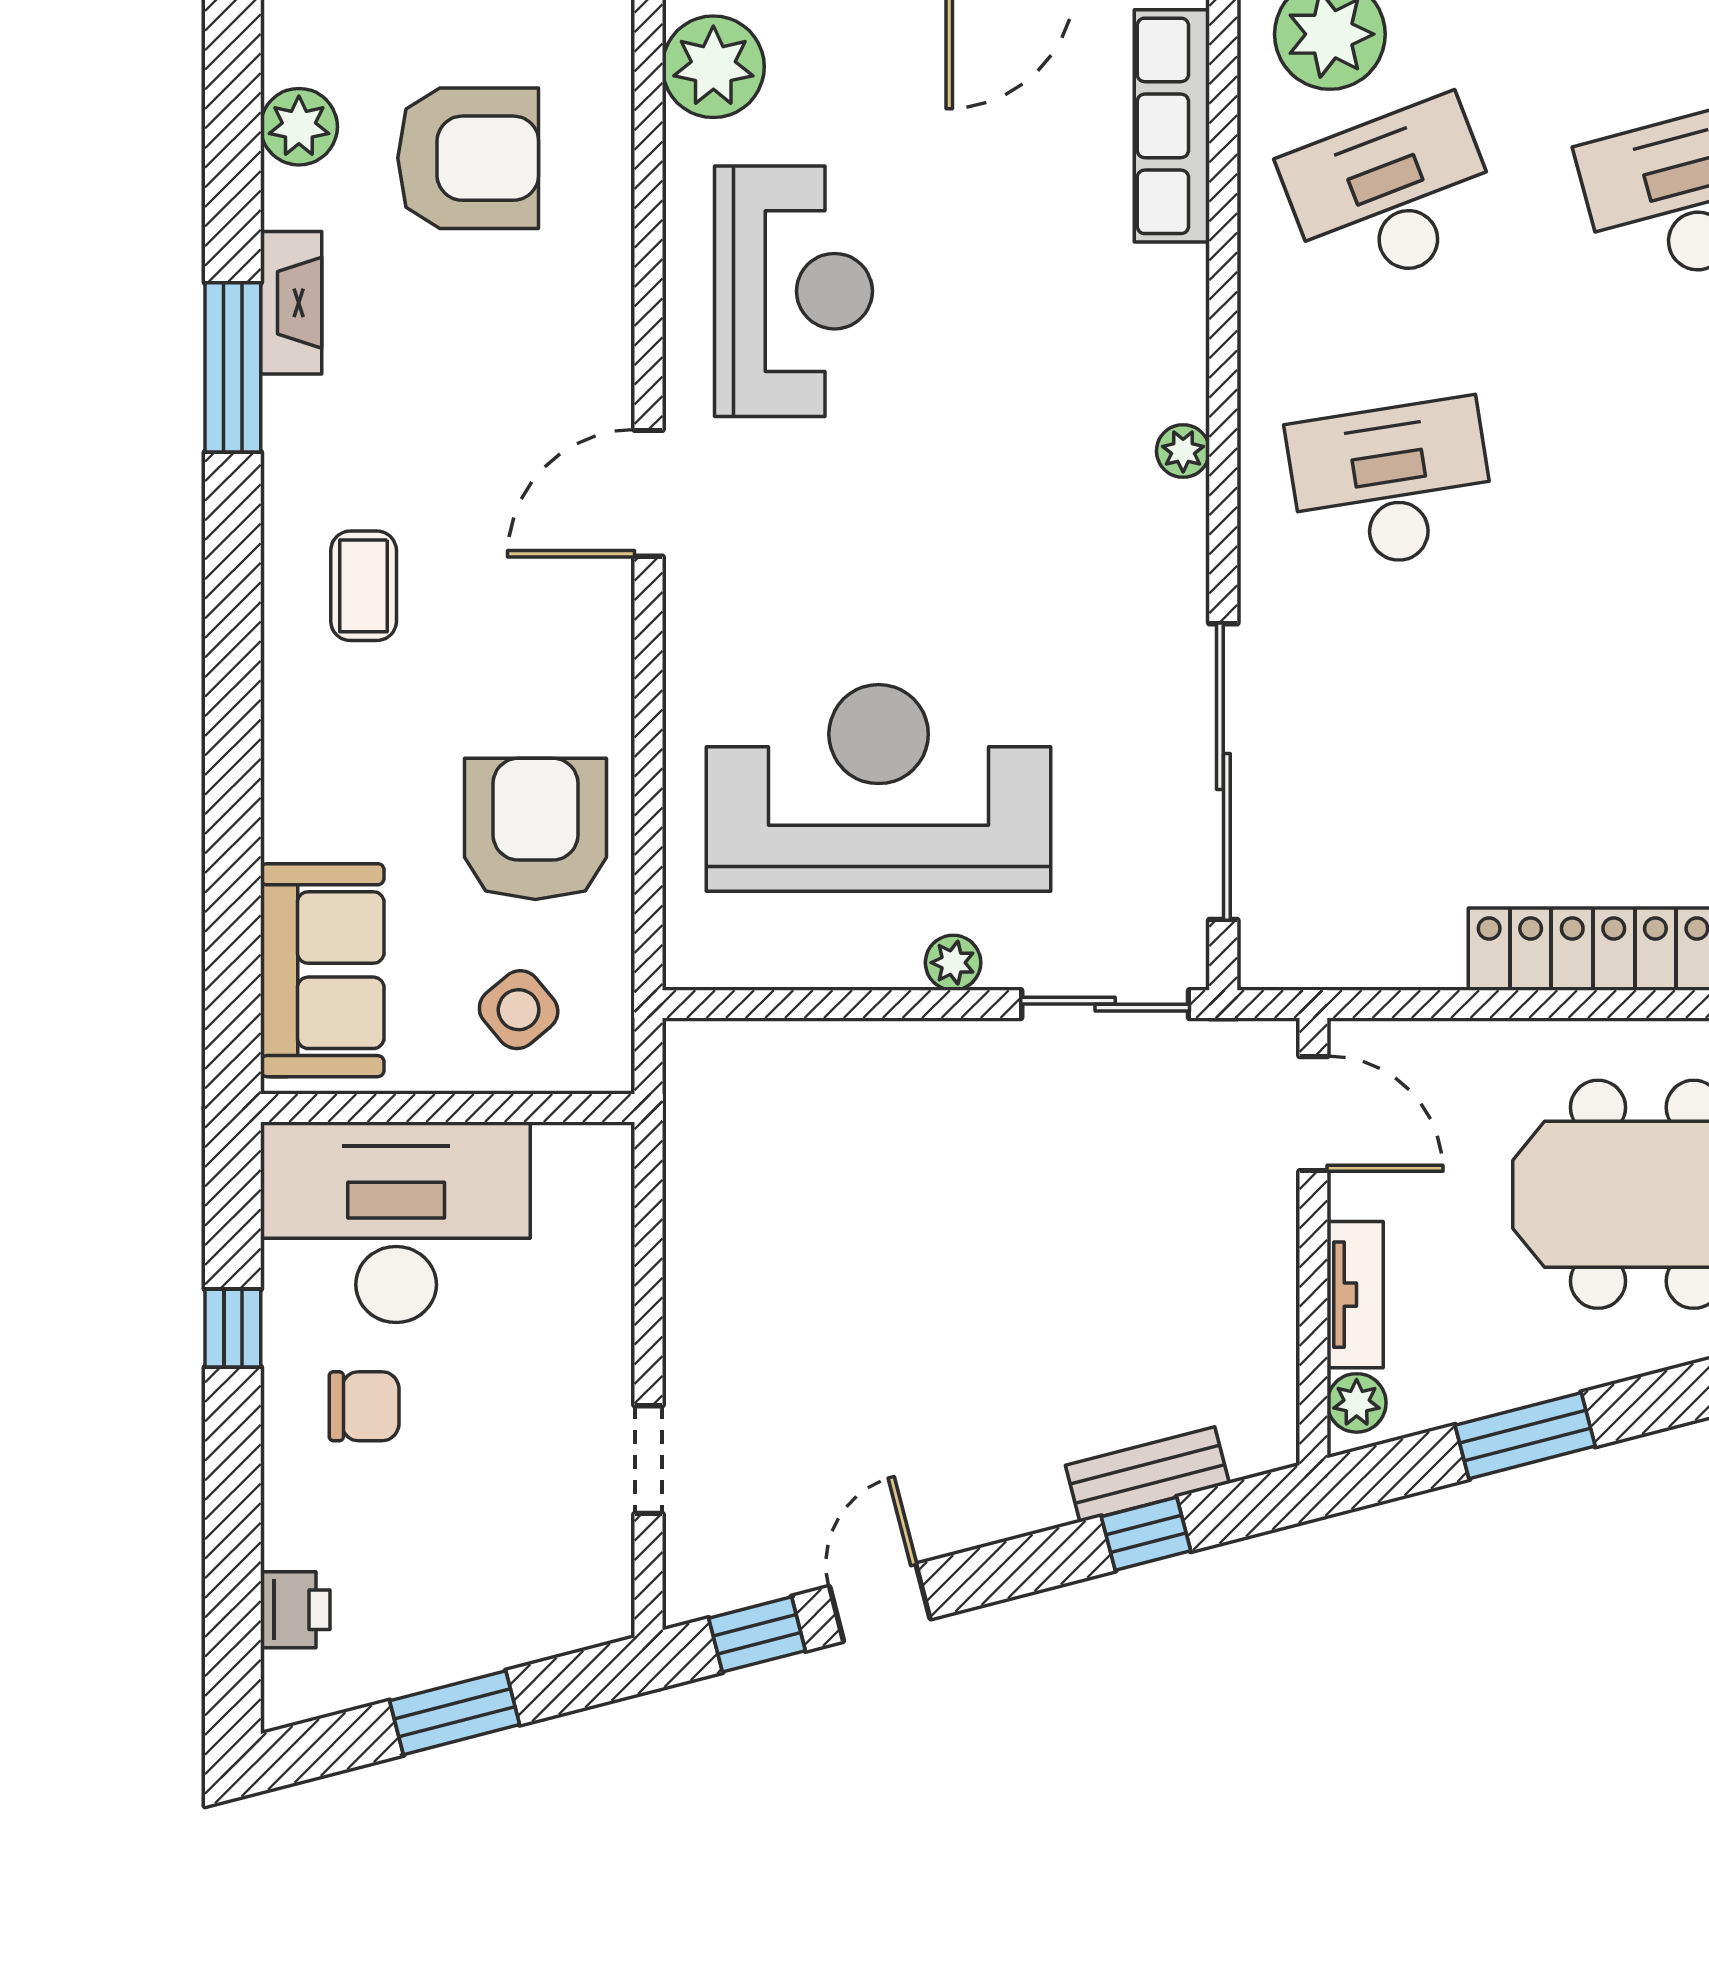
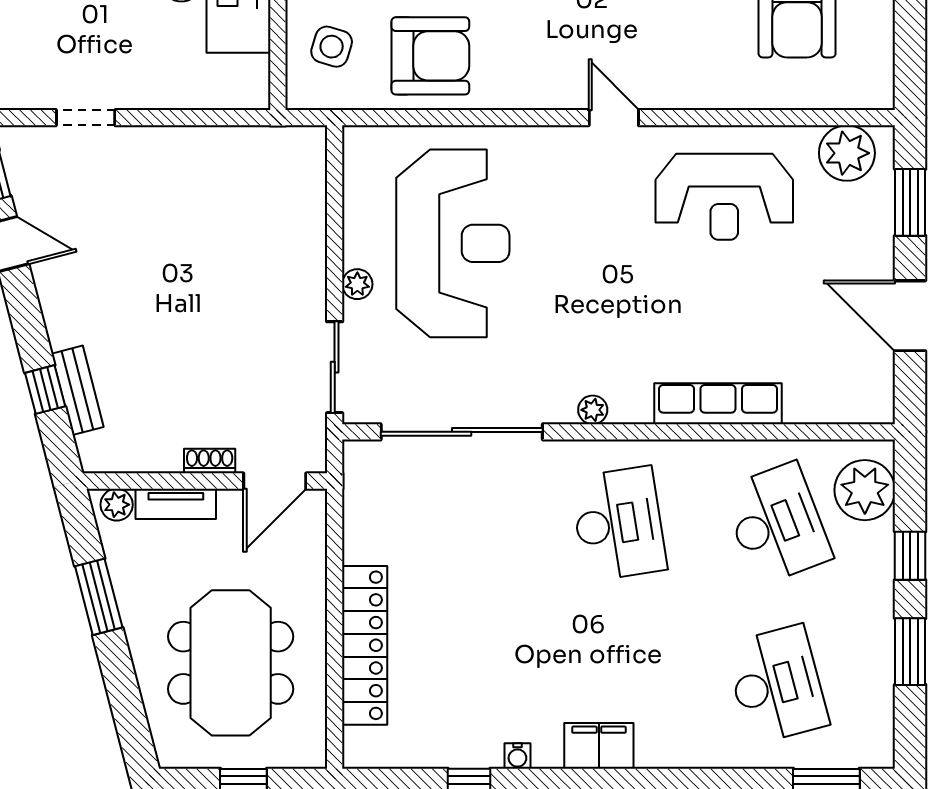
row of seats: (1172, 126) -> (718, 404), moved
plant: (1183, 451) -> (593, 410), moved
door: (648, 493) -> (614, 118), width x0.73
side table: (519, 1010) -> (332, 47), turned -33
shoe rack: (1277, 1233) -> (210, 461), added

